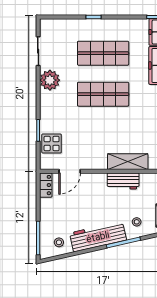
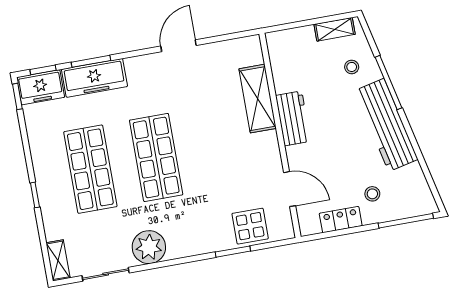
shelving: (52, 24) -> (58, 260), added
workbench: (123, 181) -> (293, 118), moved
locker: (46, 185) -> (341, 220), moved
stool: (59, 242) -> (372, 194), moved

